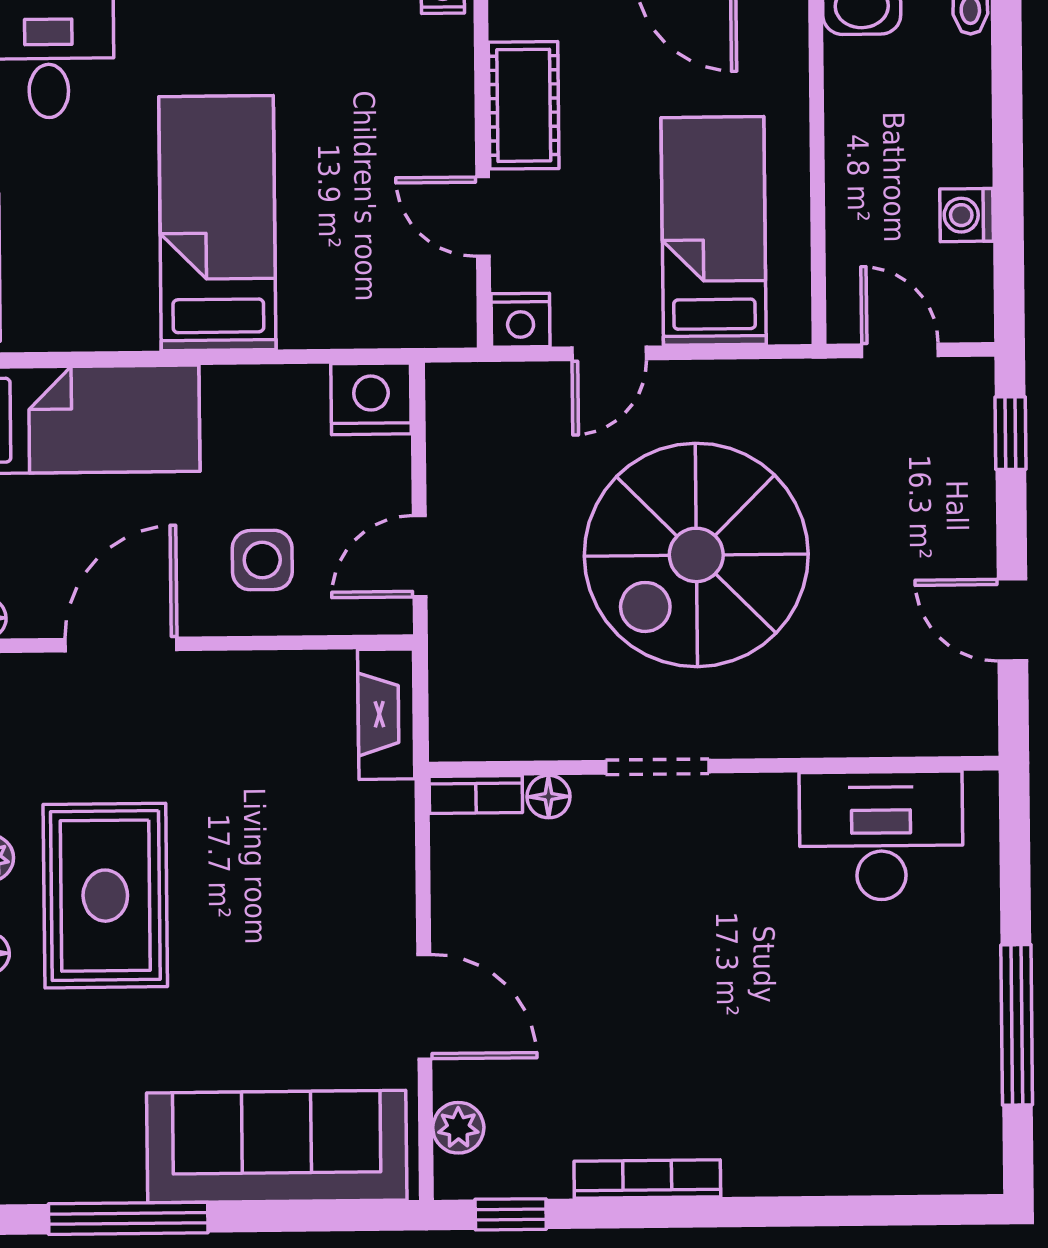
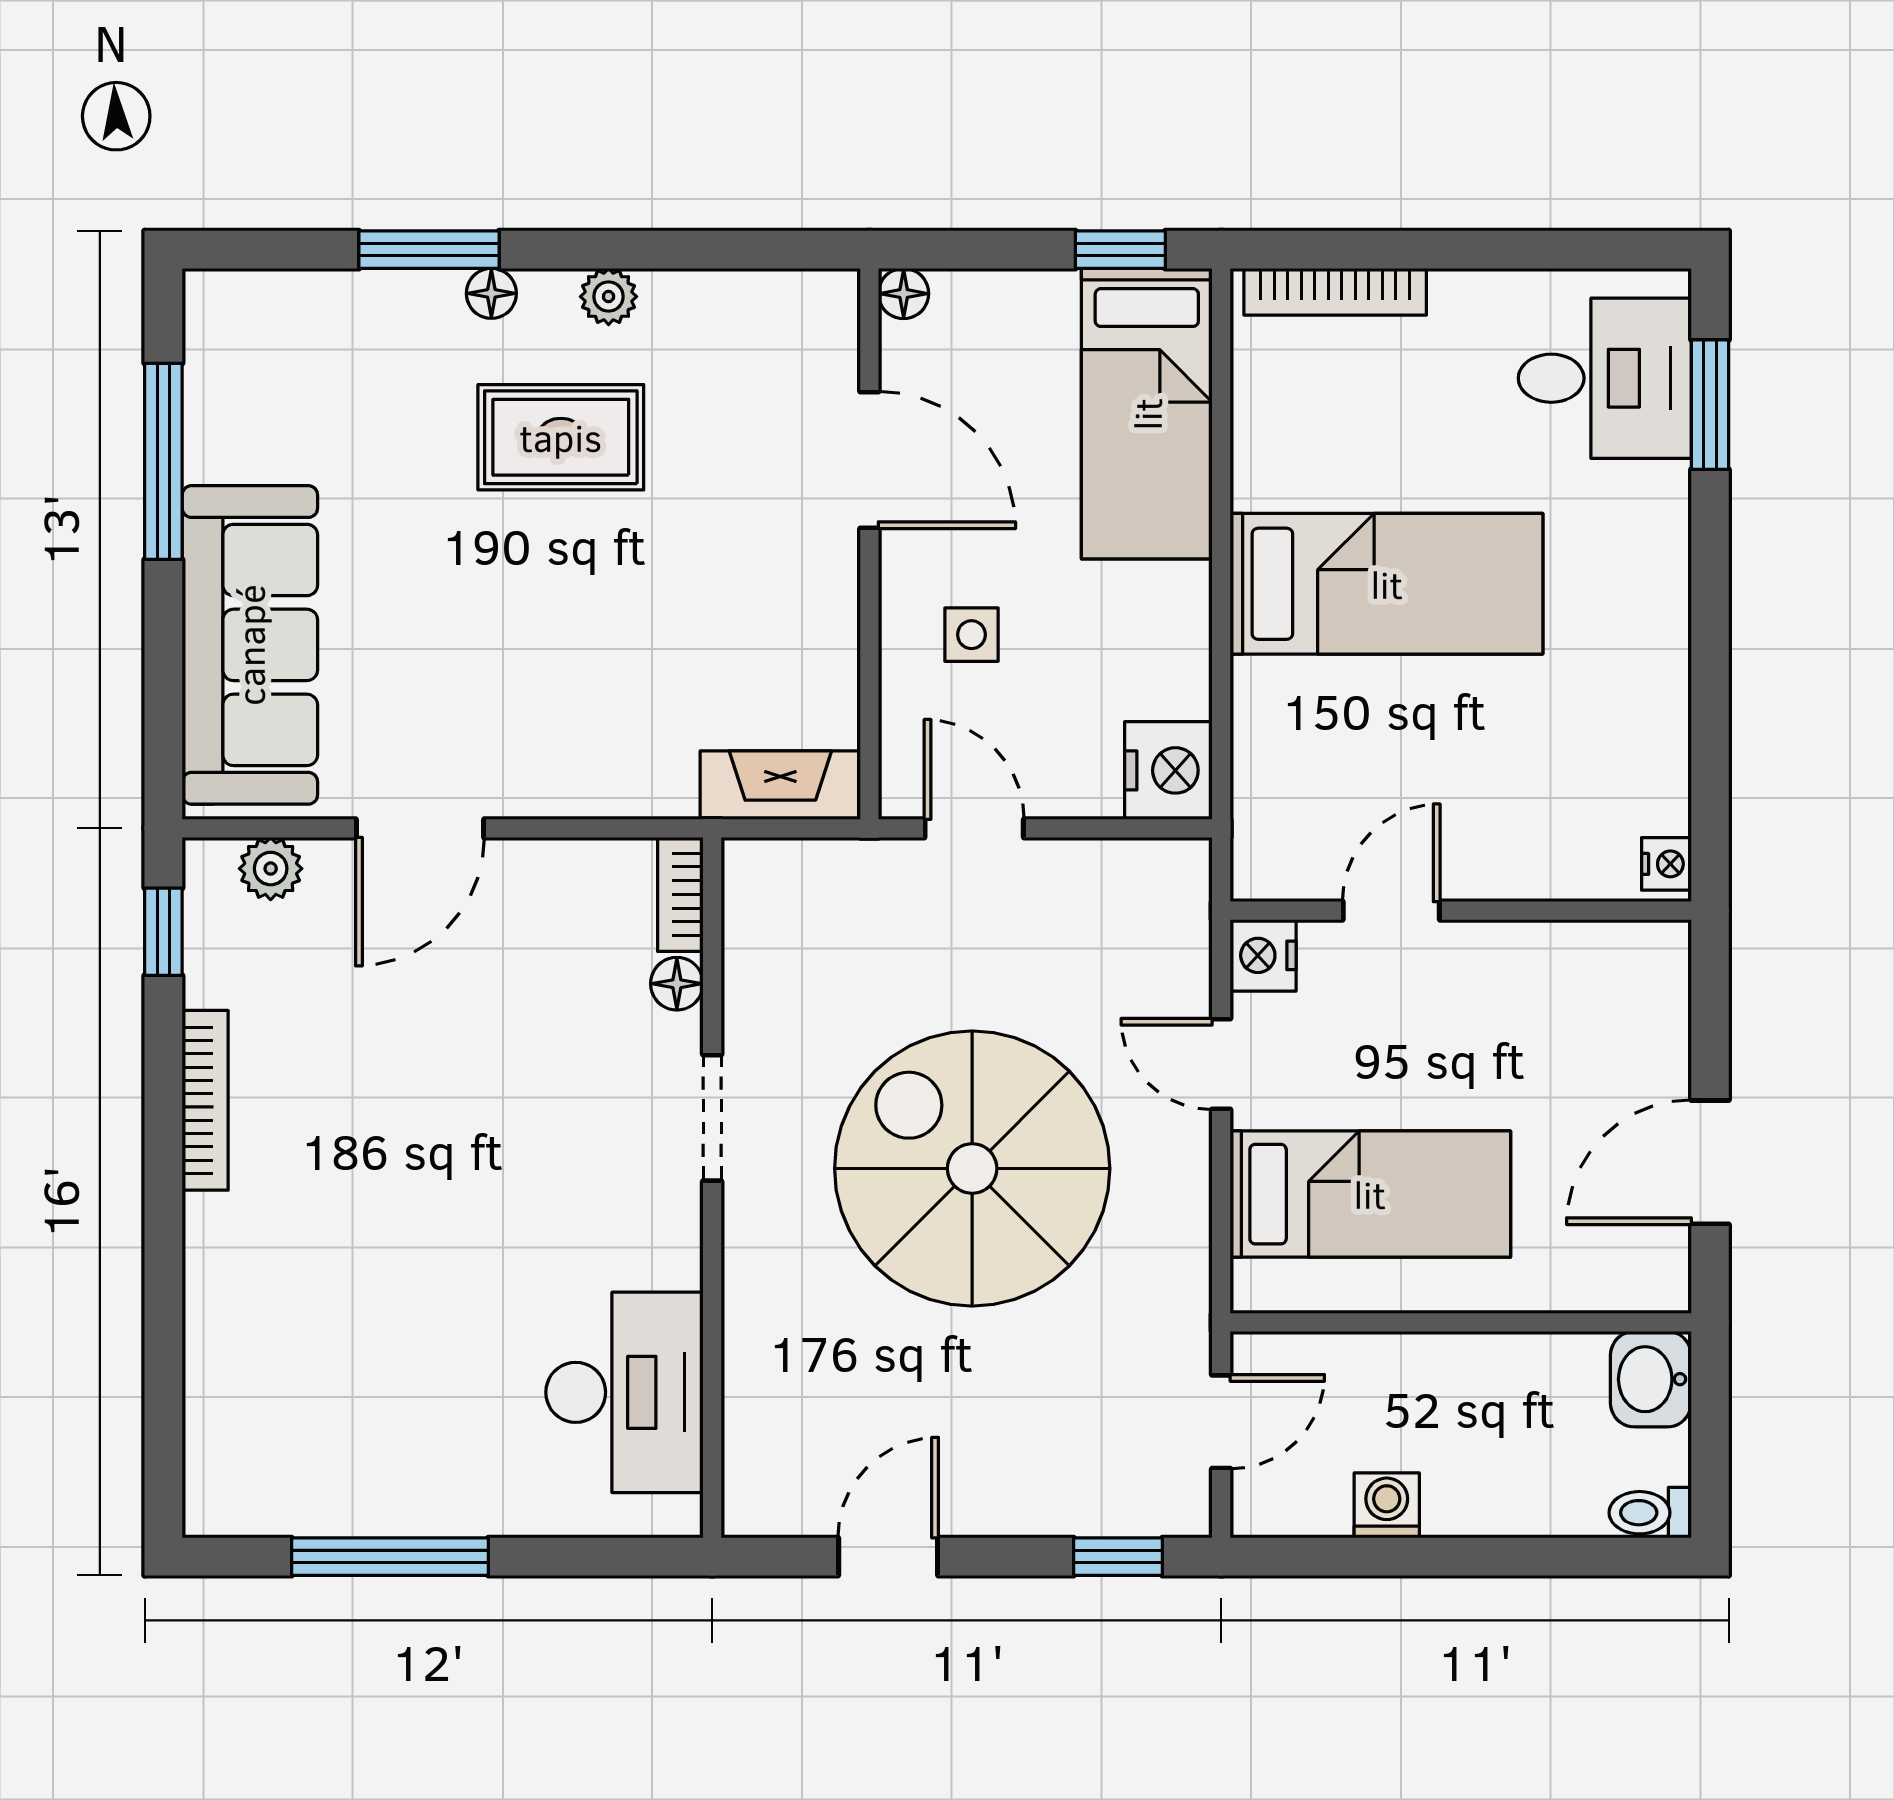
cot: (524, 105) -> (1527, 962), removed
side table: (262, 560) -> (971, 635), width x0.73, depth x0.73
rug: (105, 896) -> (561, 437), width x0.73, depth x0.70

